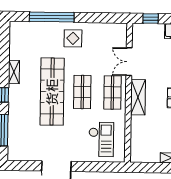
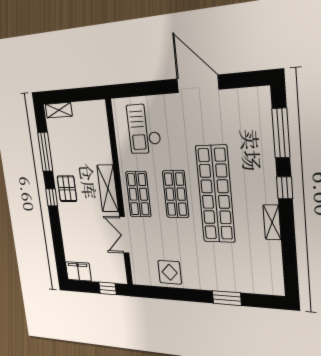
window: (52, 17) -> (227, 298), width x0.47
display table: (73, 38) -> (170, 272), moved
double door: (129, 62) -> (124, 235), swing flipped

